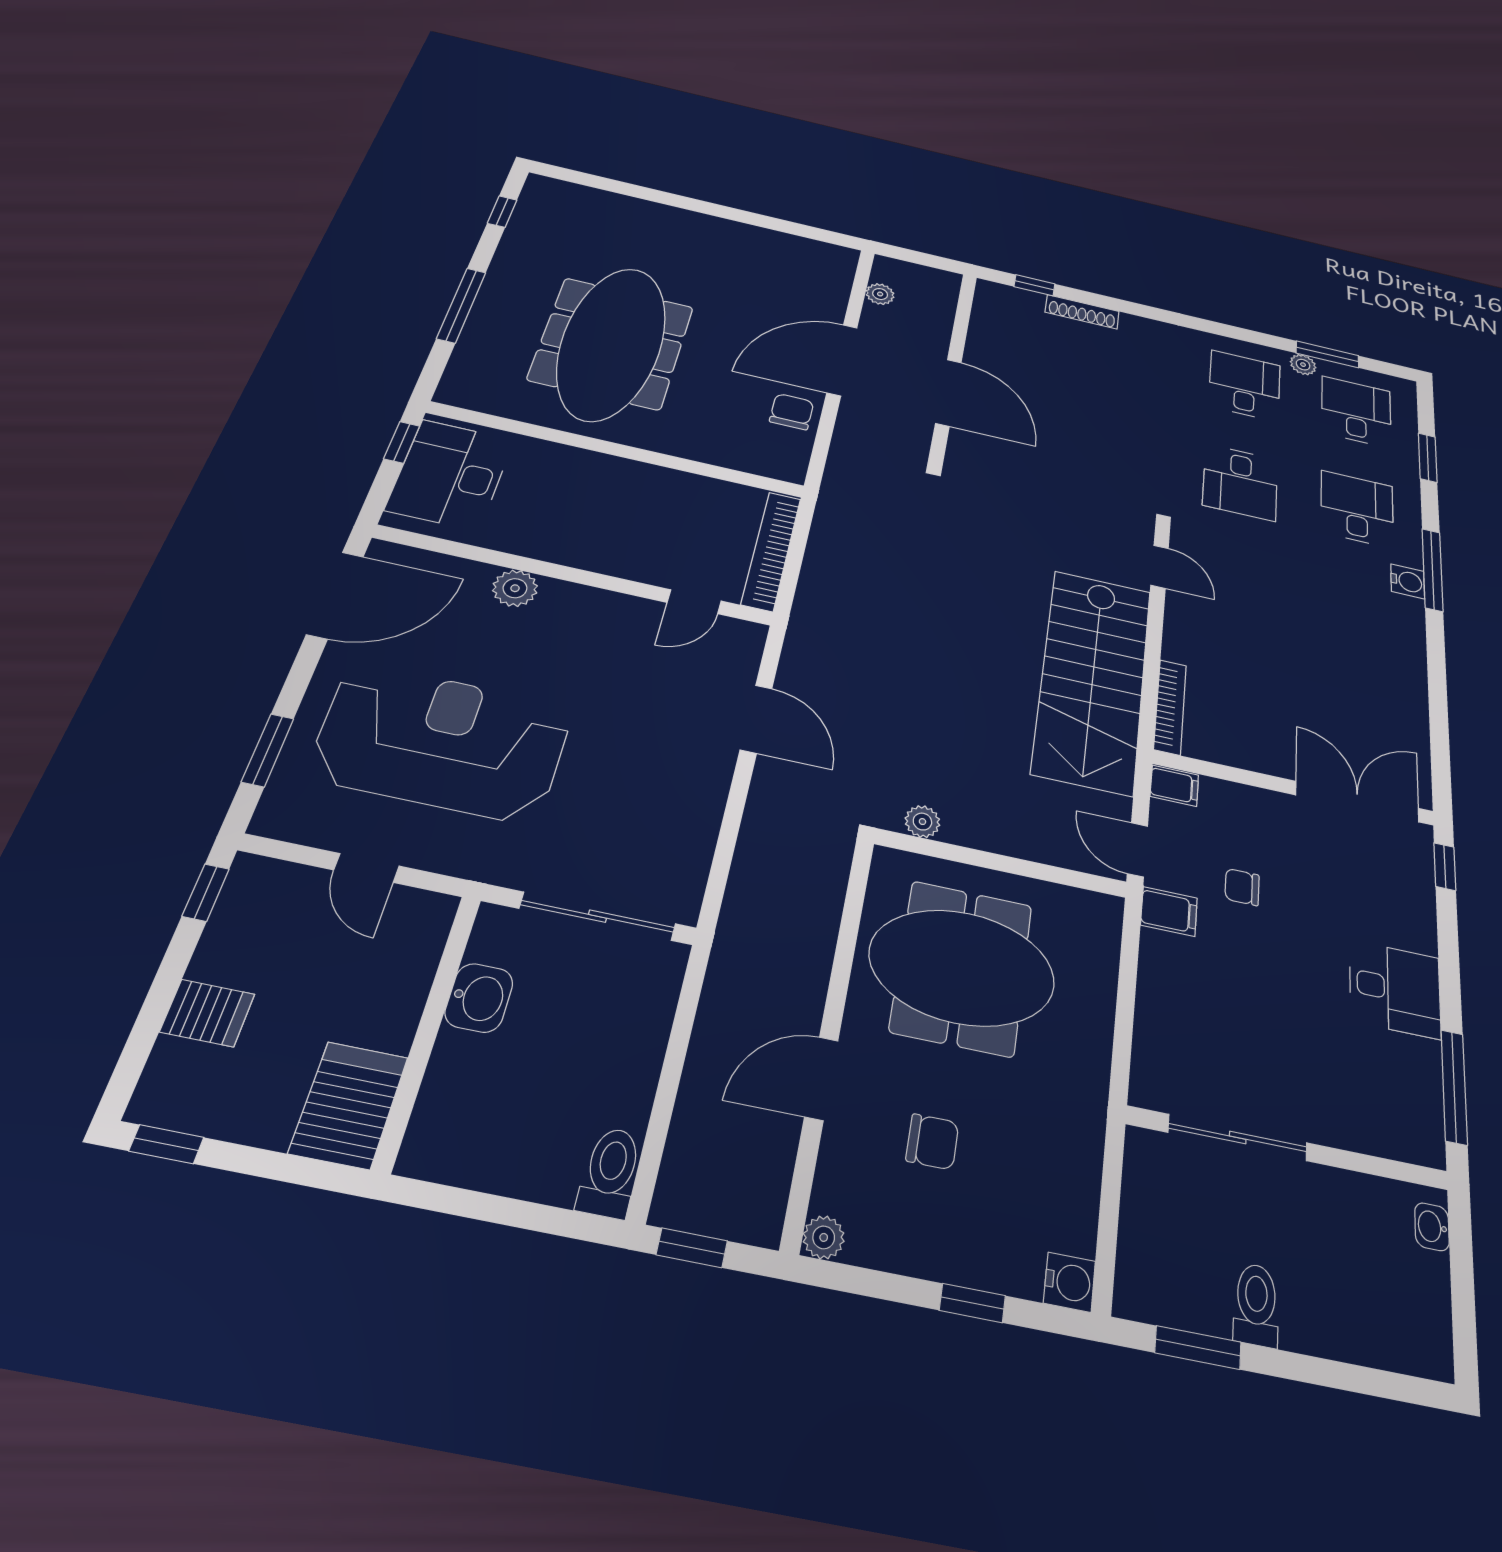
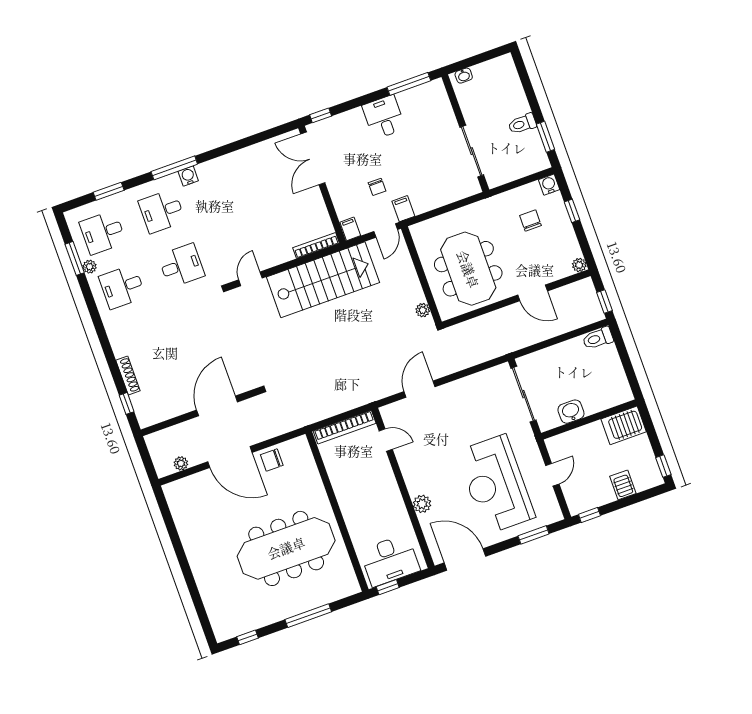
chair: (932, 1142) -> (530, 221), moved

